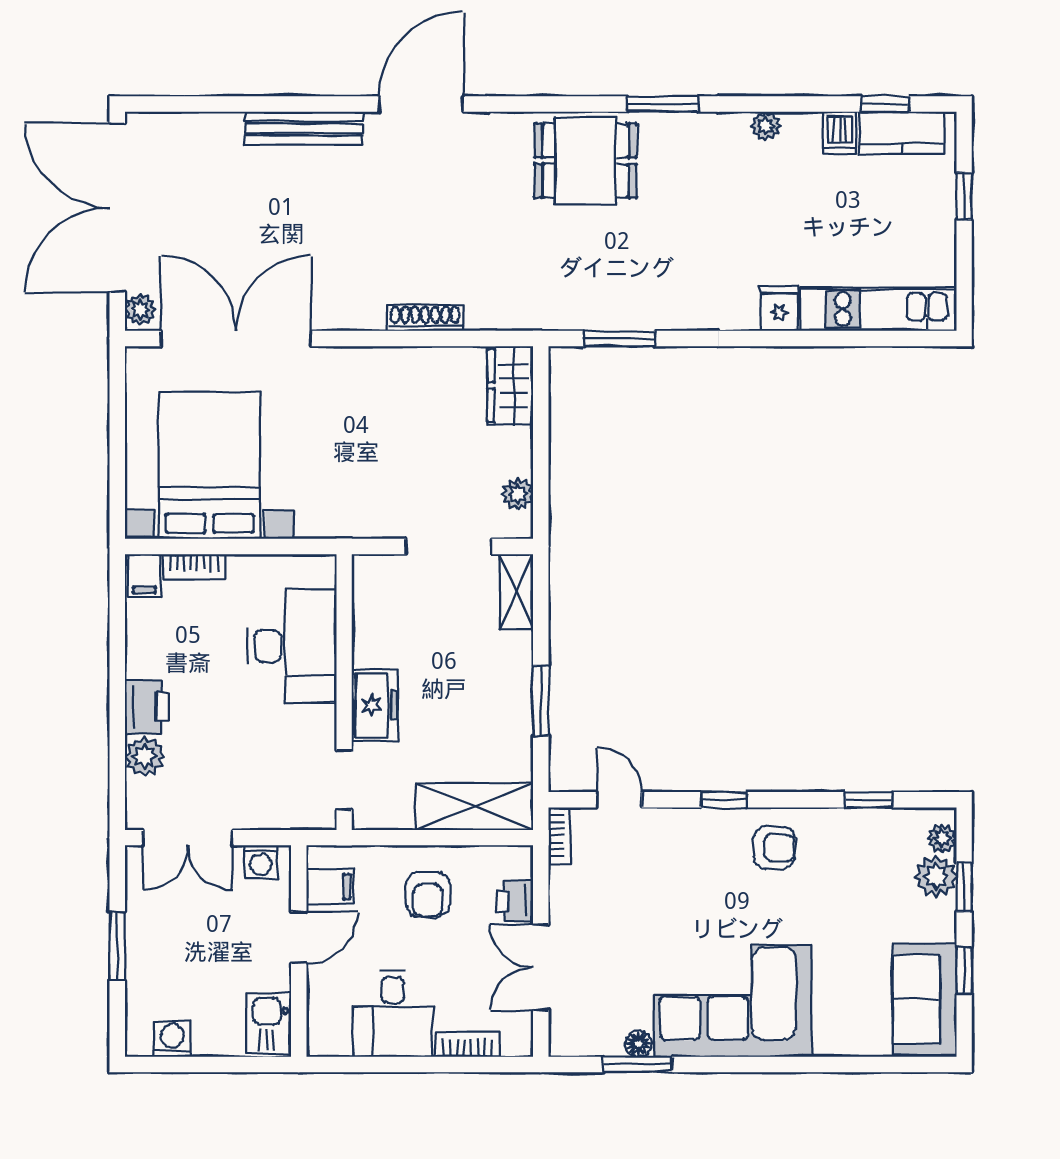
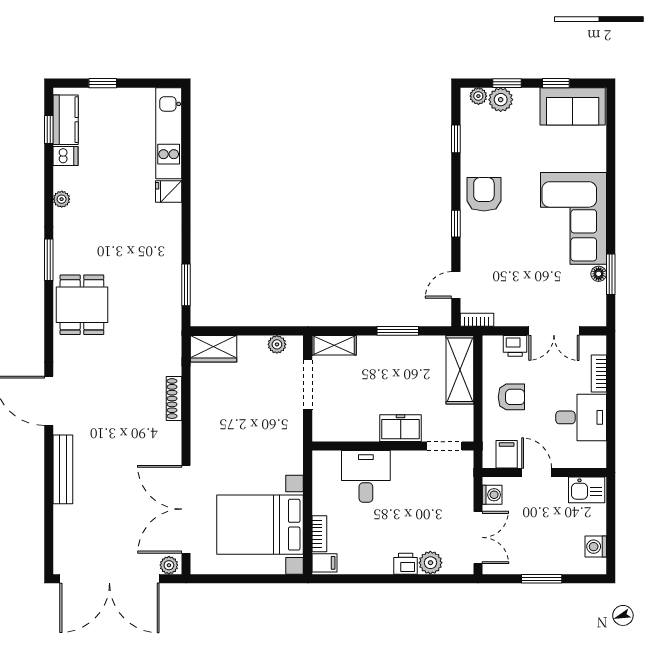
desk: (292, 646) -> (366, 476), width x0.73
printer: (147, 707) -> (406, 564), width x0.73, depth x0.81
armchair: (774, 848) -> (484, 194), width x1.38, depth x1.38

